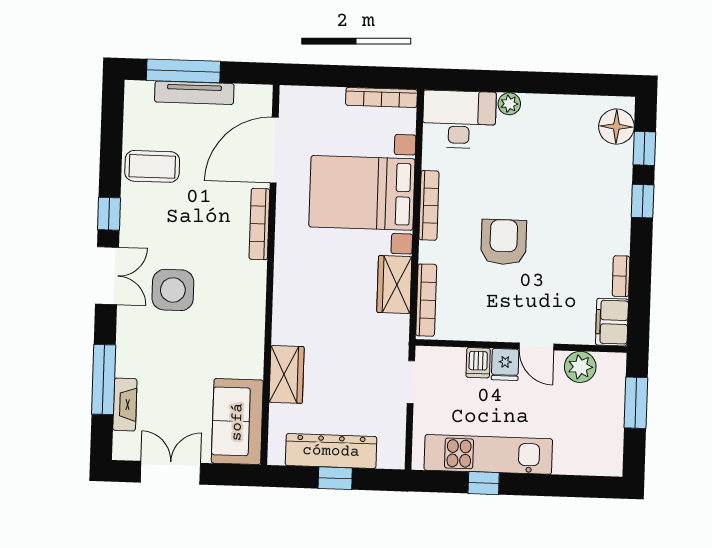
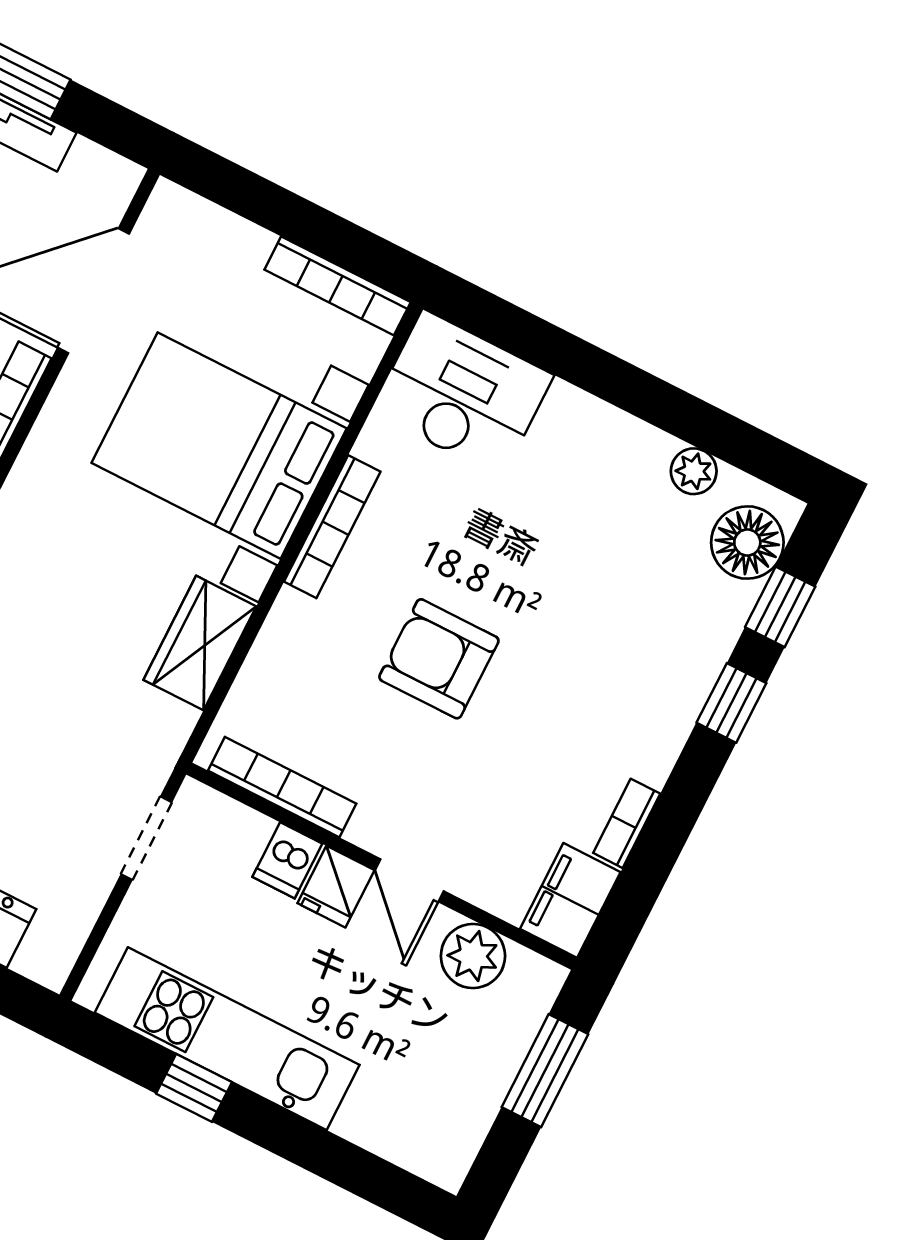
plant: (509, 104) -> (694, 471), moved
armchair: (504, 242) -> (439, 659), turned -90
bookcase: (426, 300) -> (282, 787), moved, turned -90

